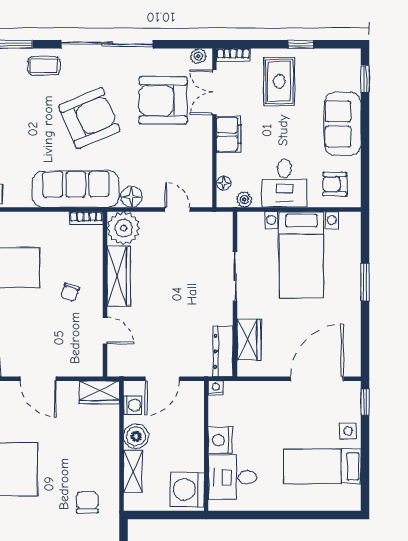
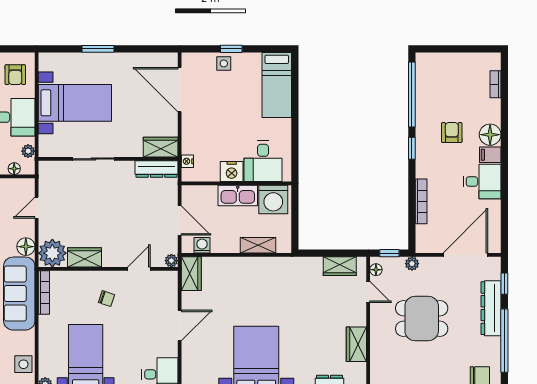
bookcase: (86, 218) -> (44, 292), width x1.56
wardrobe: (119, 276) -> (84, 257), width x0.67
wardrobe: (249, 340) -> (161, 147), moved
plant: (115, 369) -> (171, 261), added
nightstand: (216, 388) -> (187, 161), moved
window: (365, 402) -> (231, 49), moved
boiler: (136, 436) -> (228, 243), removed
kitchen sink: (192, 447) -> (238, 195), added
bed: (322, 466) -> (277, 85), moved
chair: (87, 503) -> (284, 284), removed

